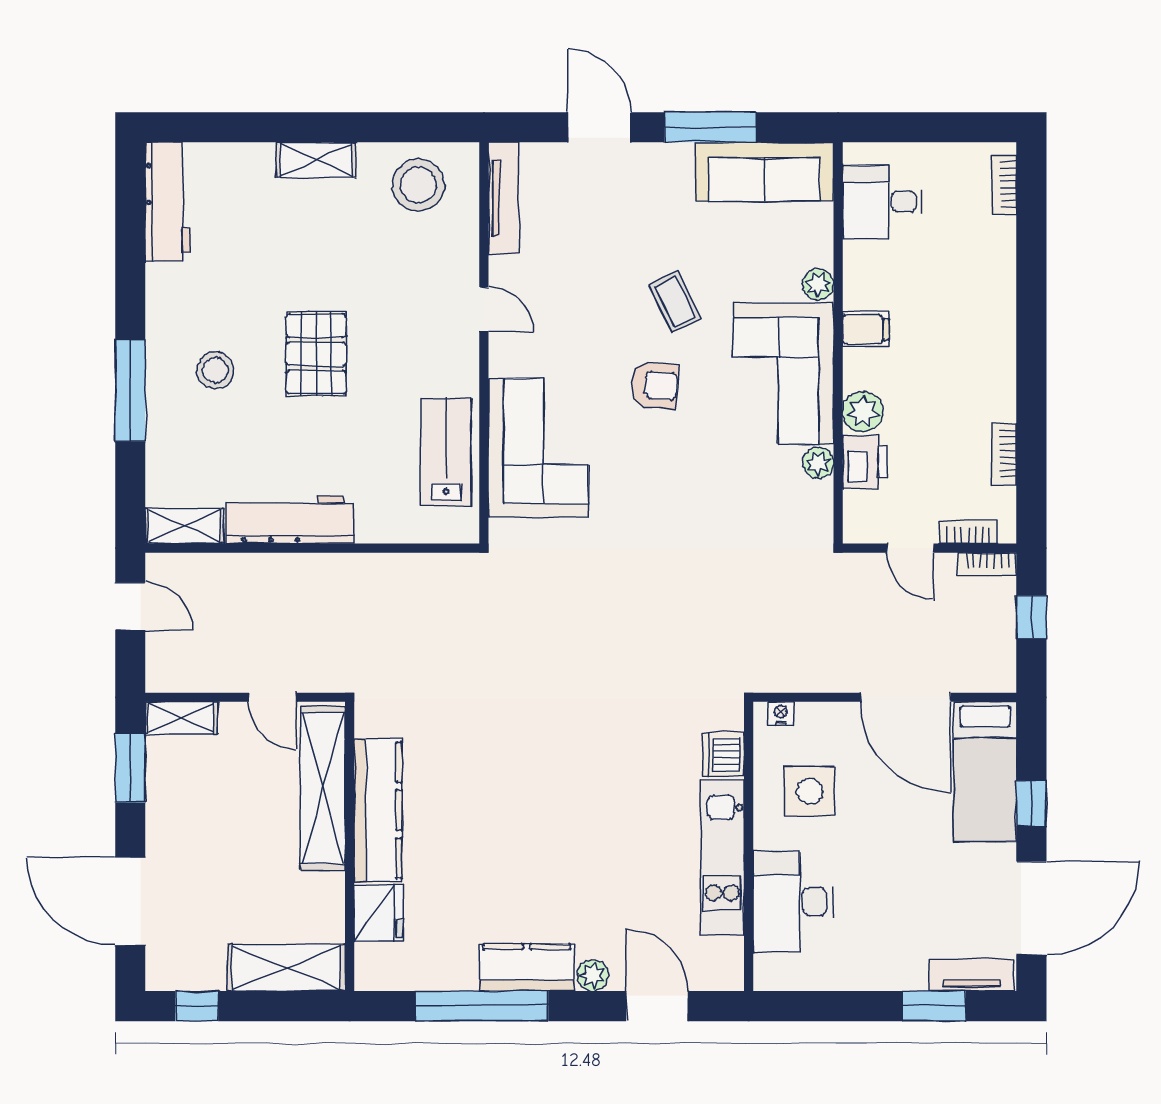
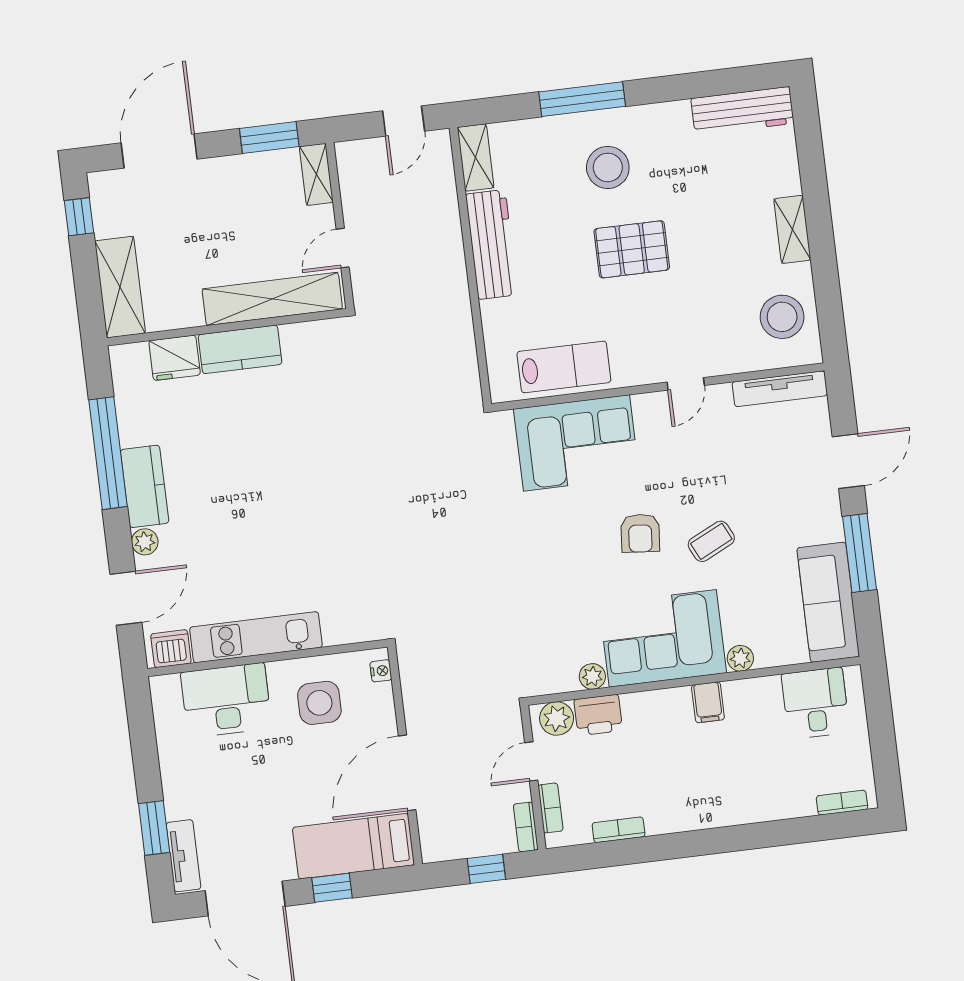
stool: (215, 370) -> (608, 167), width x1.38, depth x1.38
plant: (863, 412) -> (557, 718), moved
dishwasher: (723, 754) -> (171, 649), moved
kitchen counter: (378, 810) -> (240, 349), width x0.67

